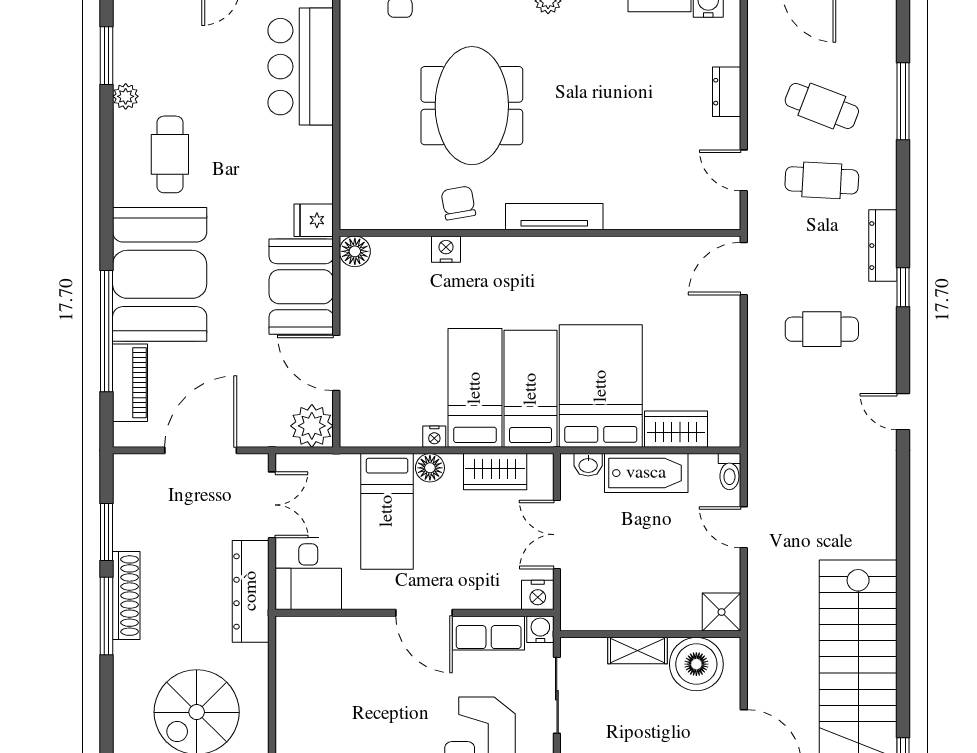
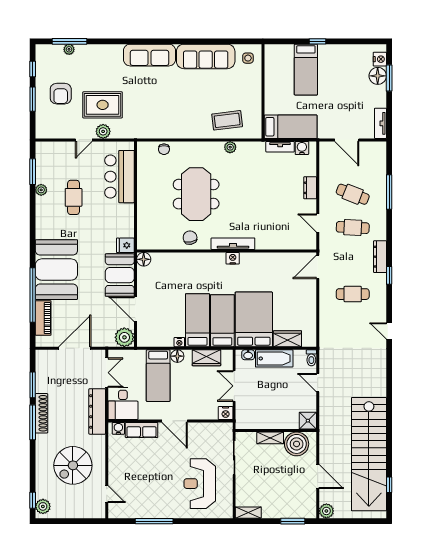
cafe table: (170, 154) -> (74, 197), moved
nightstand: (446, 249) -> (233, 258), moved
water cooler: (540, 629) -> (118, 428), moved
row of seats: (489, 633) -> (142, 430), moved

